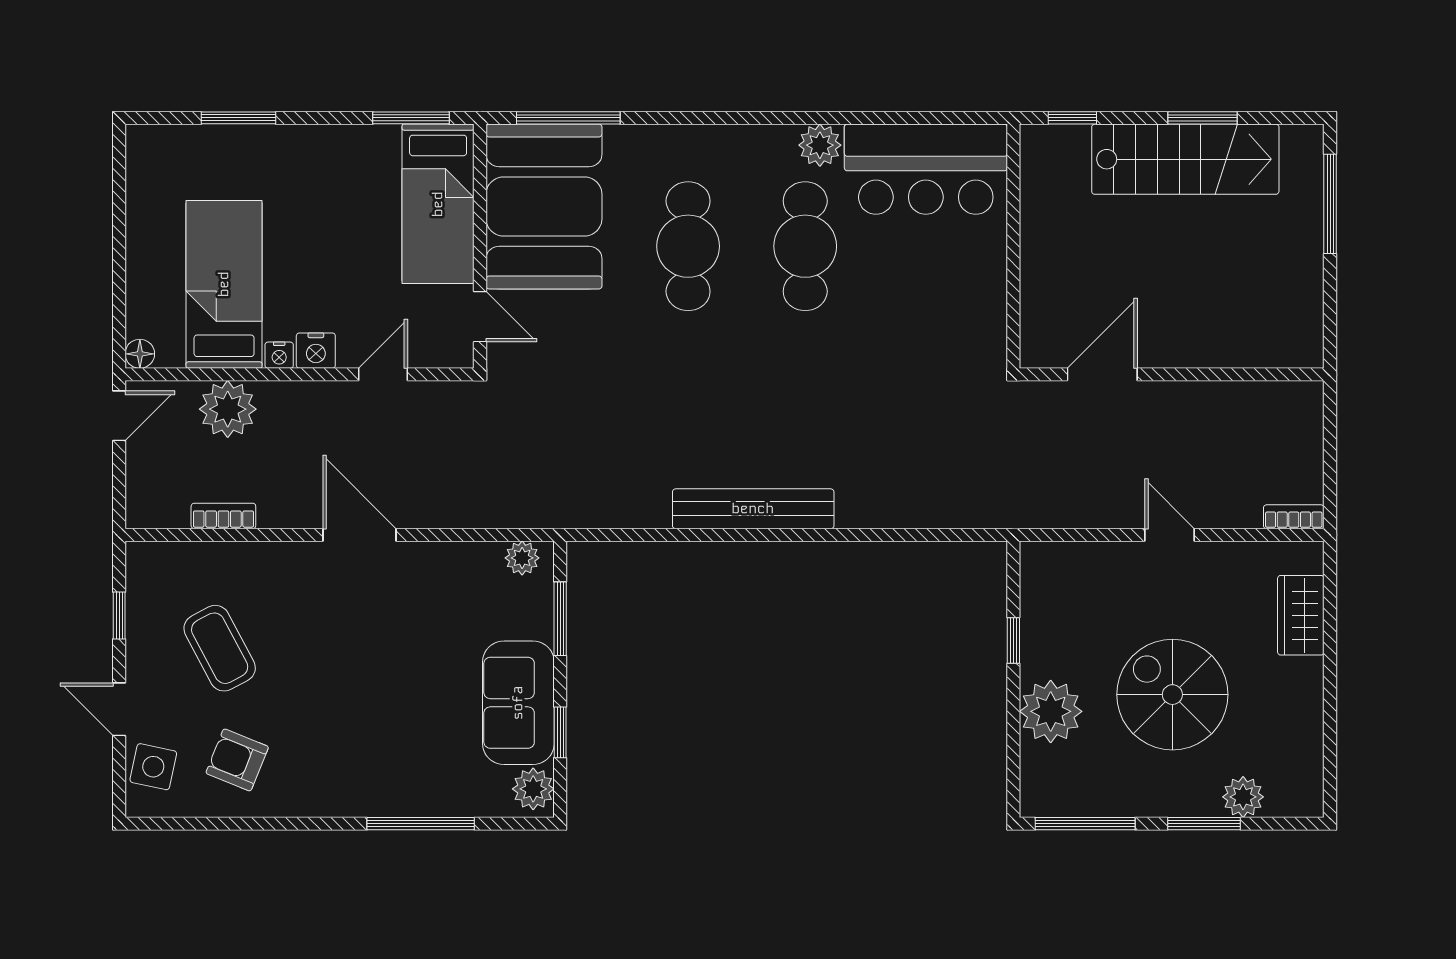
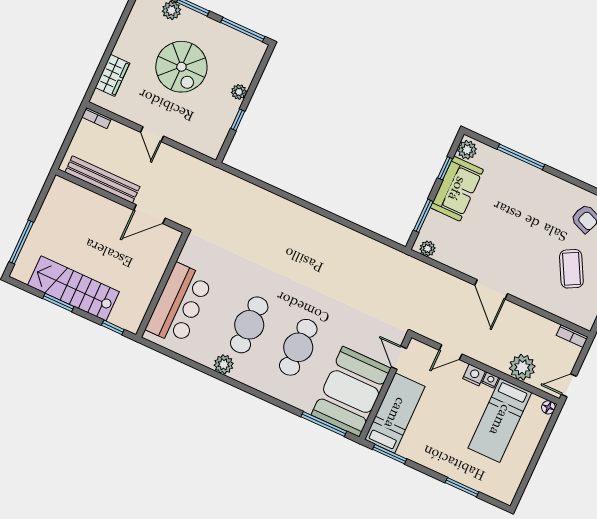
bar counter: (926, 169) -> (179, 304), moved, turned 90
bench: (753, 509) -> (102, 179), moved
bookcase: (223, 516) -> (572, 336), moved
plant: (1051, 711) -> (239, 92), width x0.53, depth x0.53

